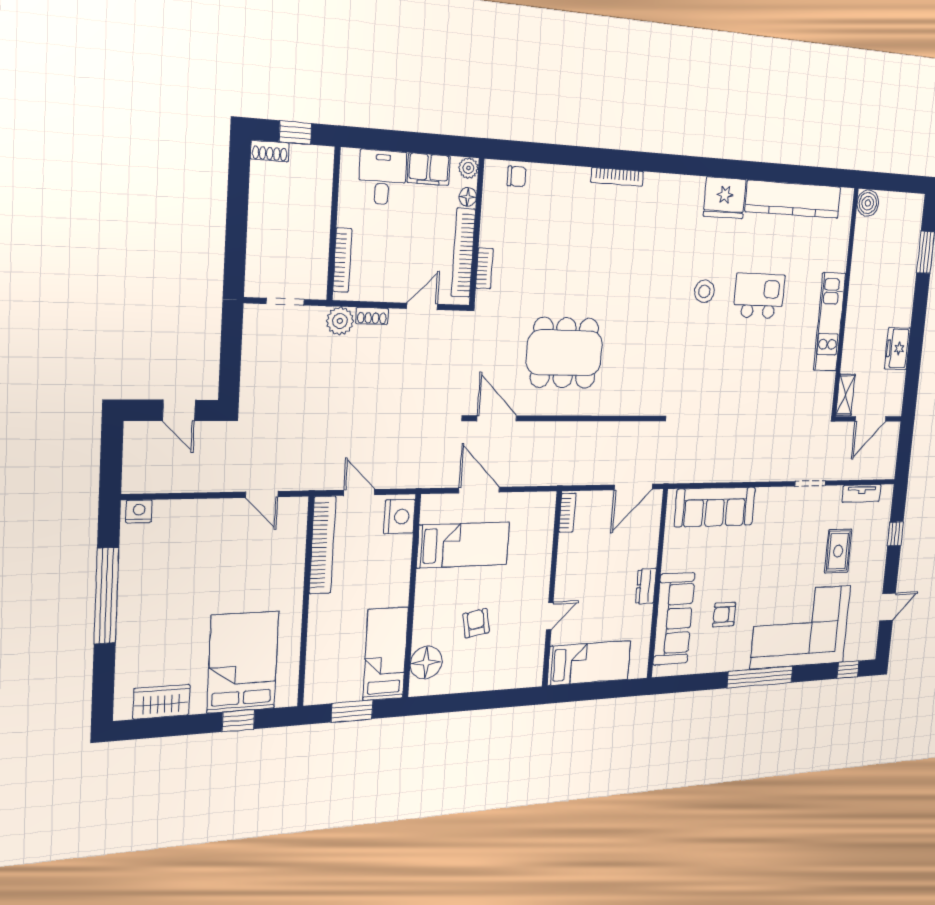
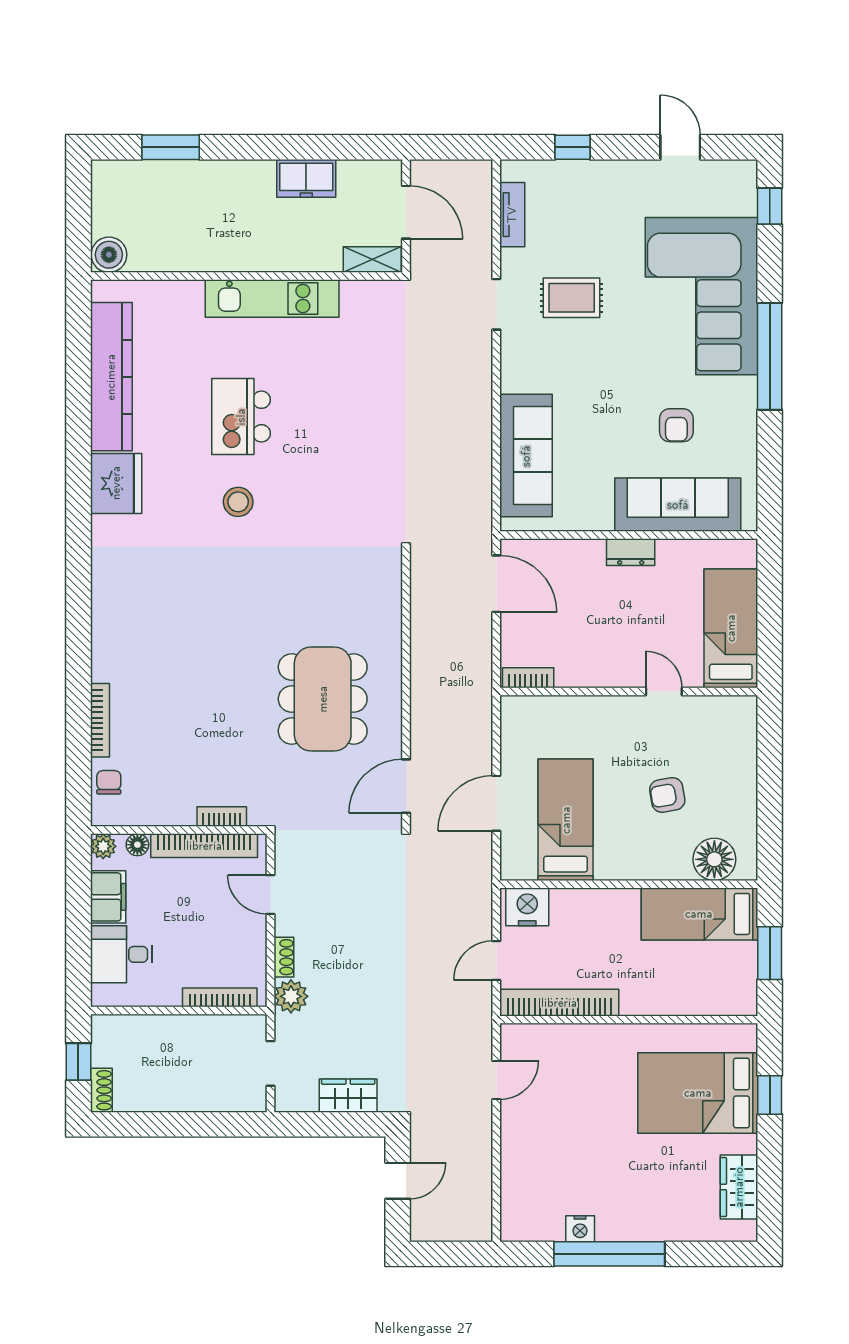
bookcase: (617, 177) -> (100, 720), moved
wardrobe: (255, 368) -> (348, 1096), added
nightstand: (139, 511) -> (580, 1229), moved, turned -90
rug: (838, 551) -> (572, 298), moved

